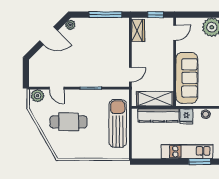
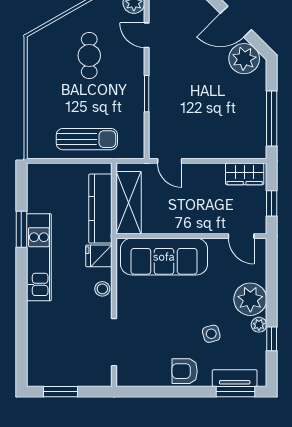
plant: (70, 25) -> (244, 59), width x1.87, depth x1.87
door: (49, 36) -> (236, 22), hinge flipped
door: (57, 88) -> (147, 35), hinge flipped
cafe table: (69, 122) -> (89, 55), width x0.73, depth x0.74
sun lounger: (118, 123) -> (87, 139), width x0.73, depth x0.75
window: (200, 162) -> (21, 229), moved

